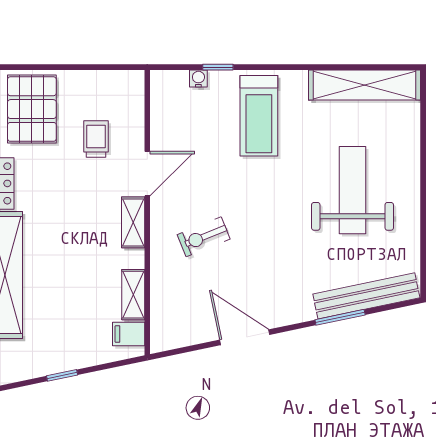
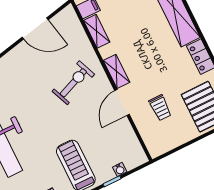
exercise bike: (204, 237) -> (73, 83), width x1.38, depth x1.39
door: (245, 337) -> (35, 28), moved

